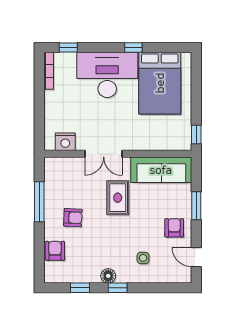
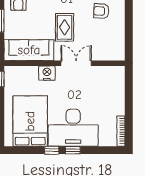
window: (68, 47) -> (73, 150), moved
nightstand: (65, 142) -> (47, 73), moved
window: (39, 202) -> (129, 24), removed

